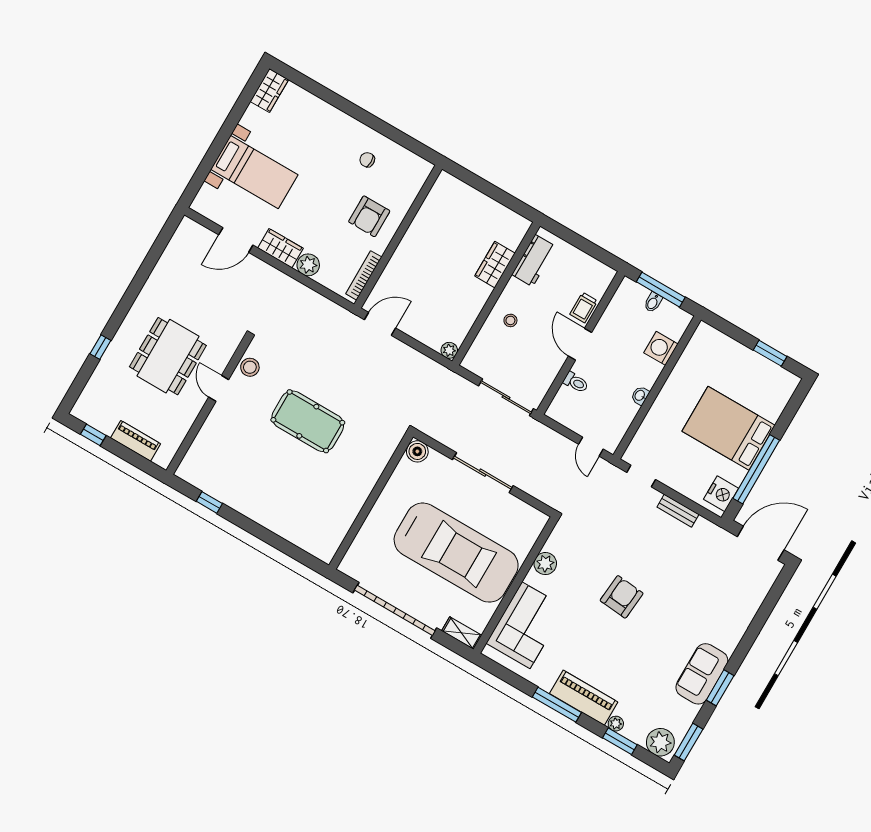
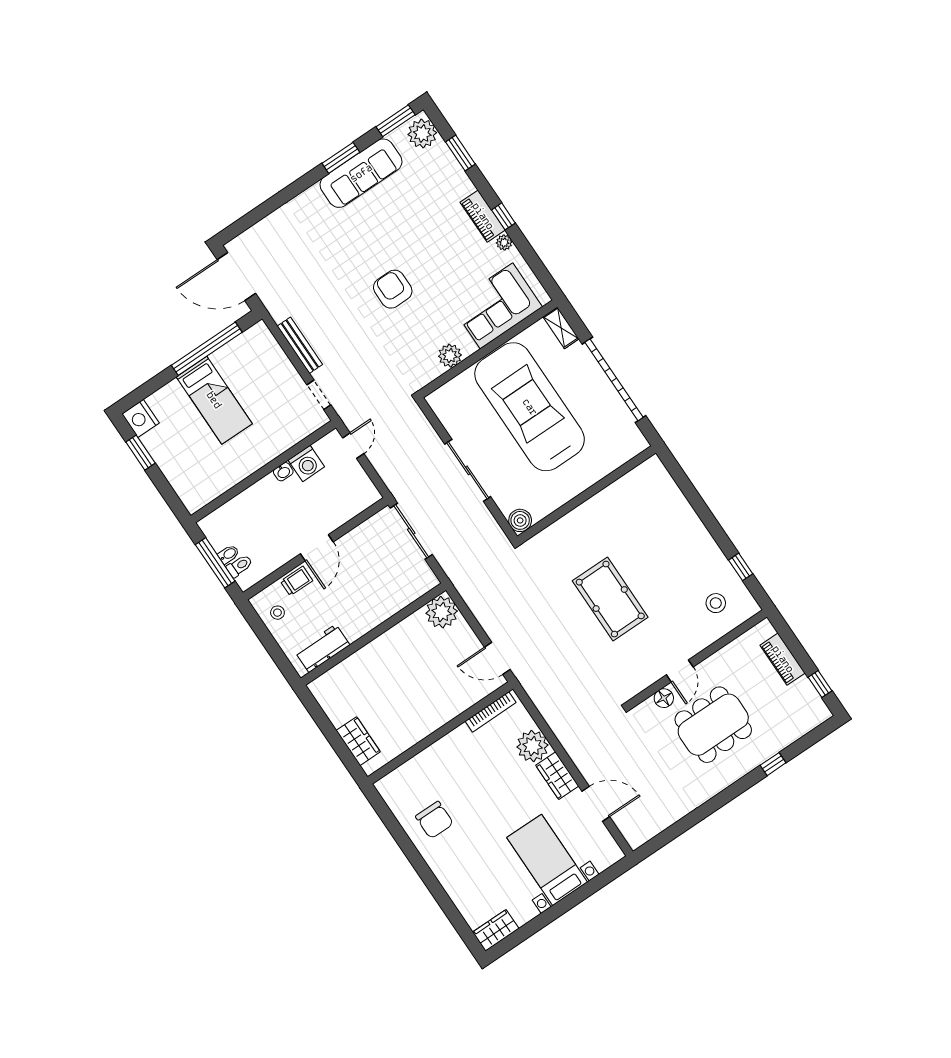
chair: (367, 160) -> (434, 820), width x1.87, depth x1.87
armchair: (369, 216) -> (458, 765), removed
plant: (308, 265) -> (533, 746), width x1.36, depth x1.36
wardrobe: (495, 265) -> (358, 741), moved, turned -90
stool: (510, 320) -> (277, 613), moved
washing machine: (661, 348) -> (306, 463), moved
plant: (449, 350) -> (442, 612), width x1.87, depth x1.87
floor lamp: (221, 359) -> (664, 698), added
stool: (250, 367) -> (716, 603), moved
toilet: (576, 382) -> (239, 566), moved, turned 90
bed: (729, 428) -> (214, 400), width x0.67
nightstand: (721, 494) -> (140, 418), moved, turned -90
bench: (678, 511) -> (300, 345), width x1.36
armchair: (622, 597) -> (393, 289), turned 85
sofa: (702, 674) -> (361, 173), width x1.36
piano: (584, 698) -> (483, 216), width x0.73, depth x0.75
window: (557, 705) -> (503, 216), width x0.46
plant: (616, 724) -> (504, 243), moved

